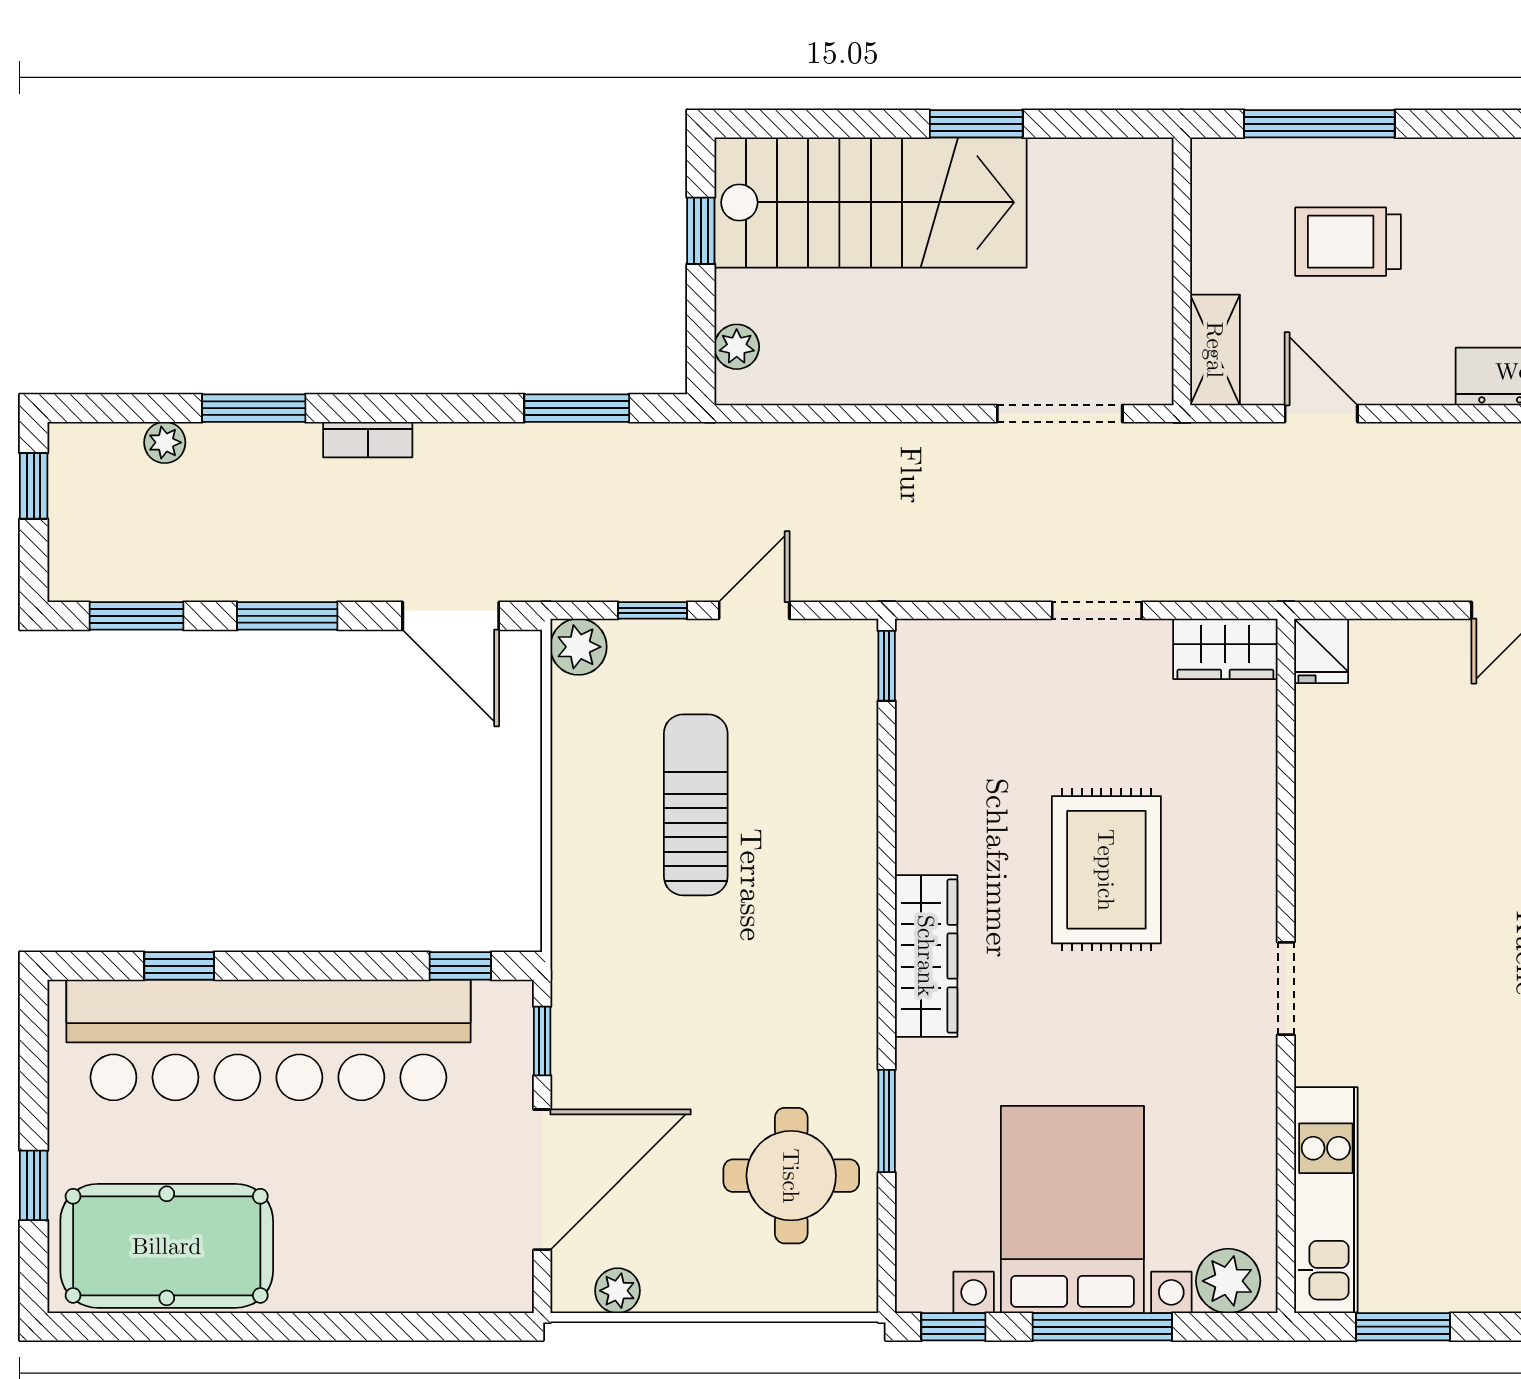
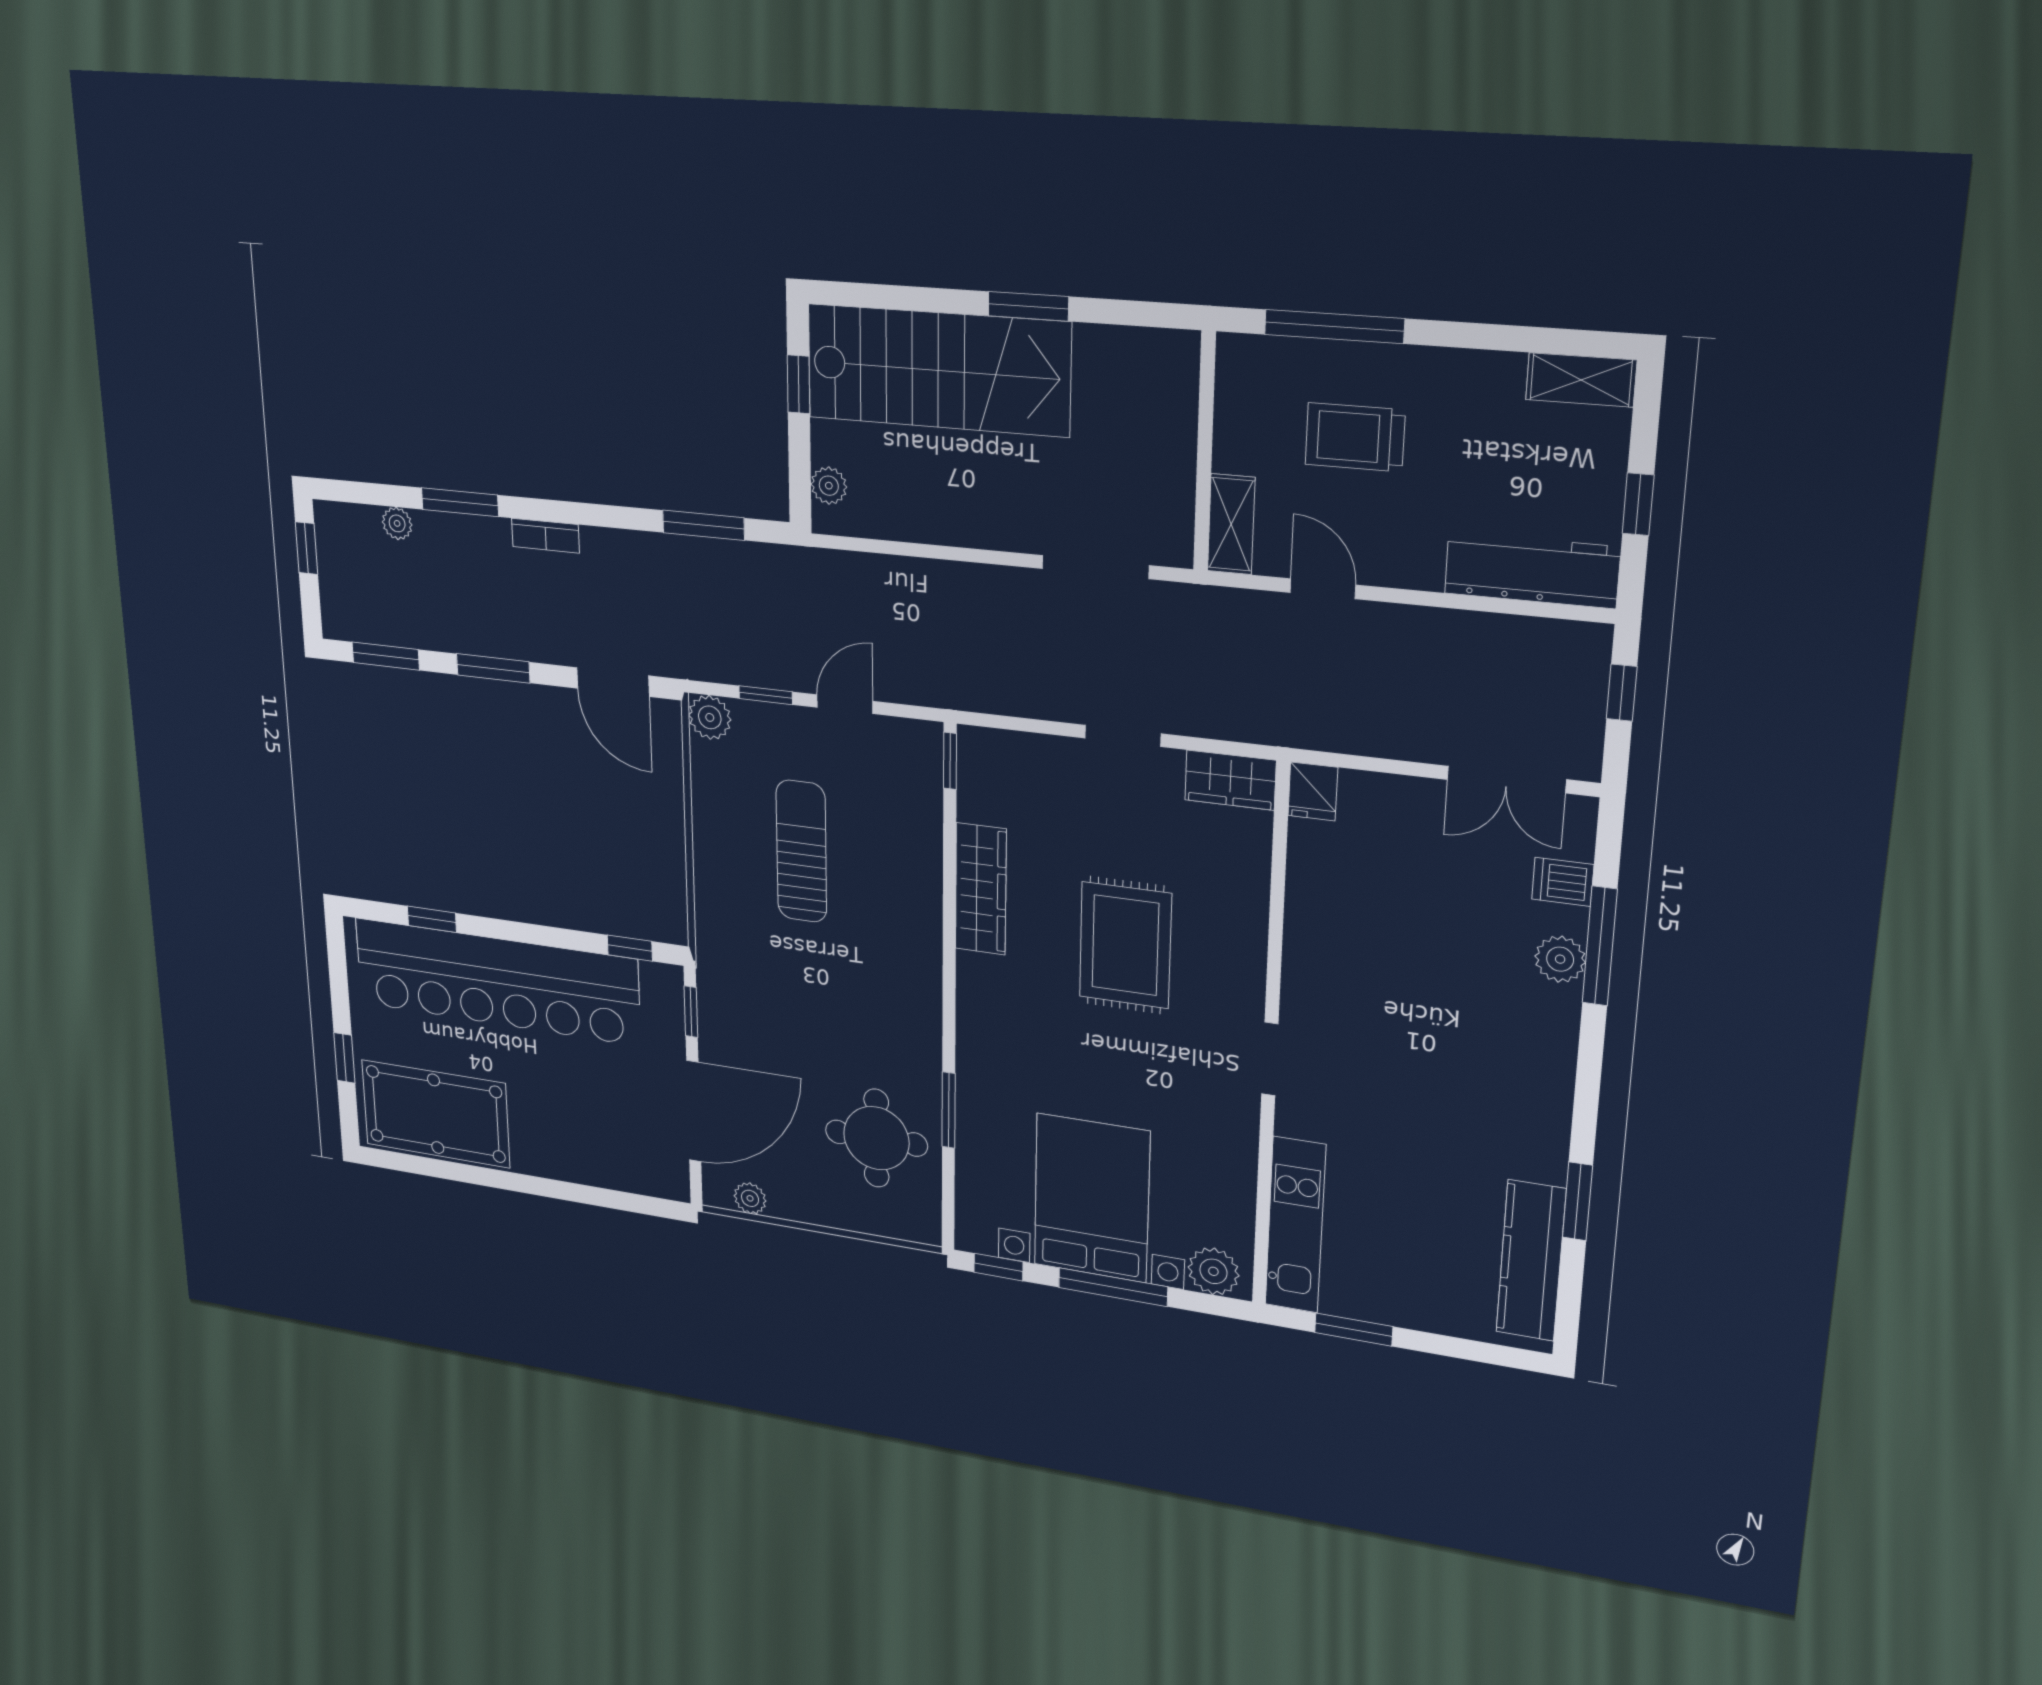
wardrobe: (926, 956) -> (981, 889), moved

